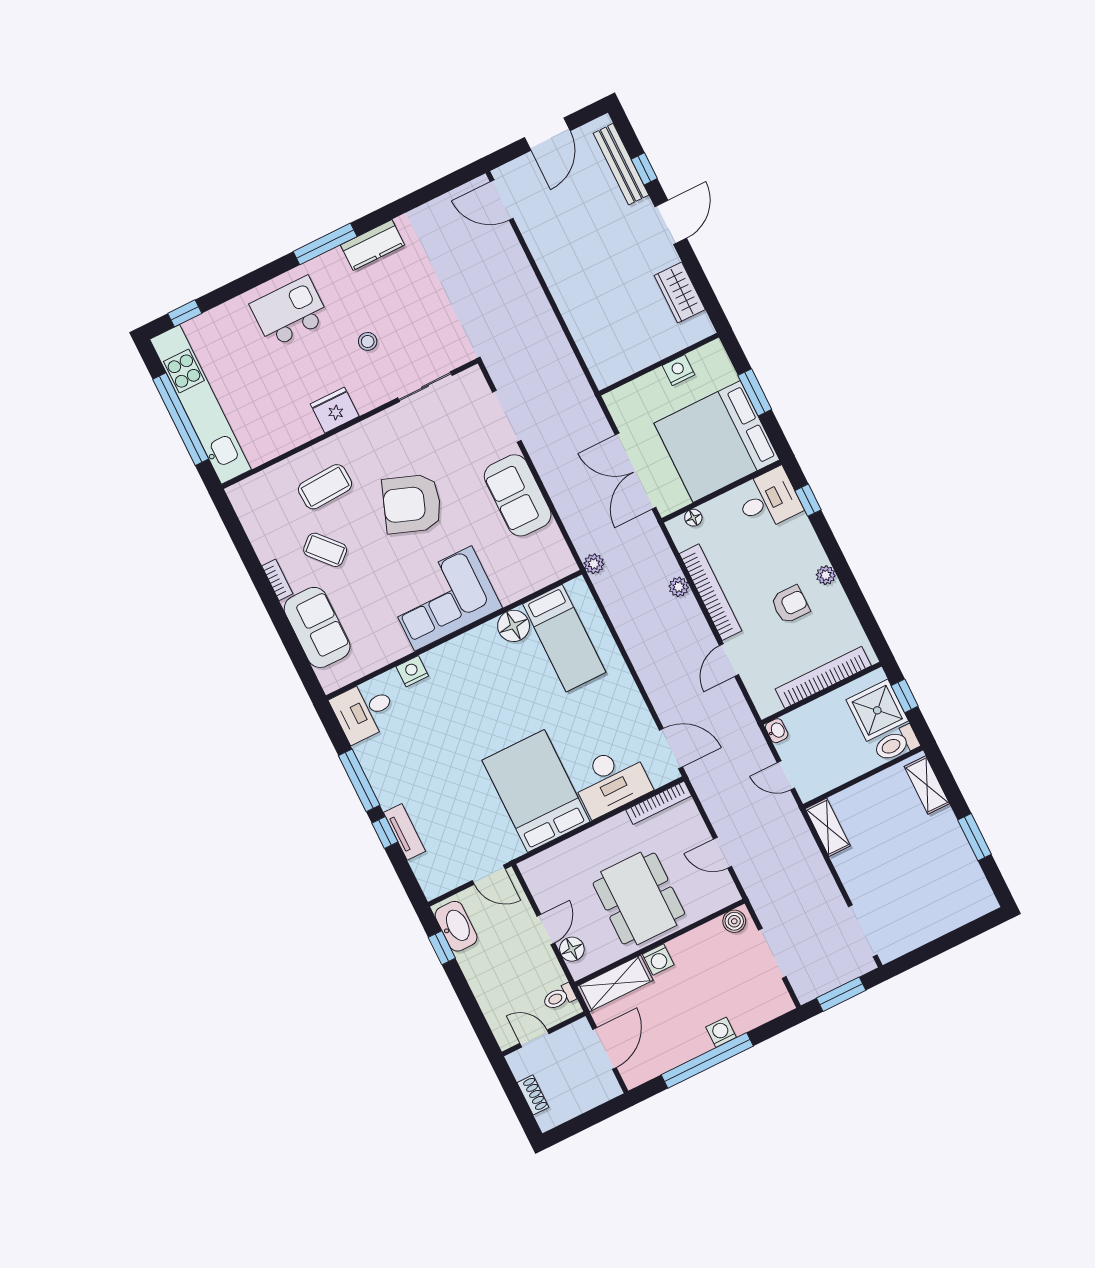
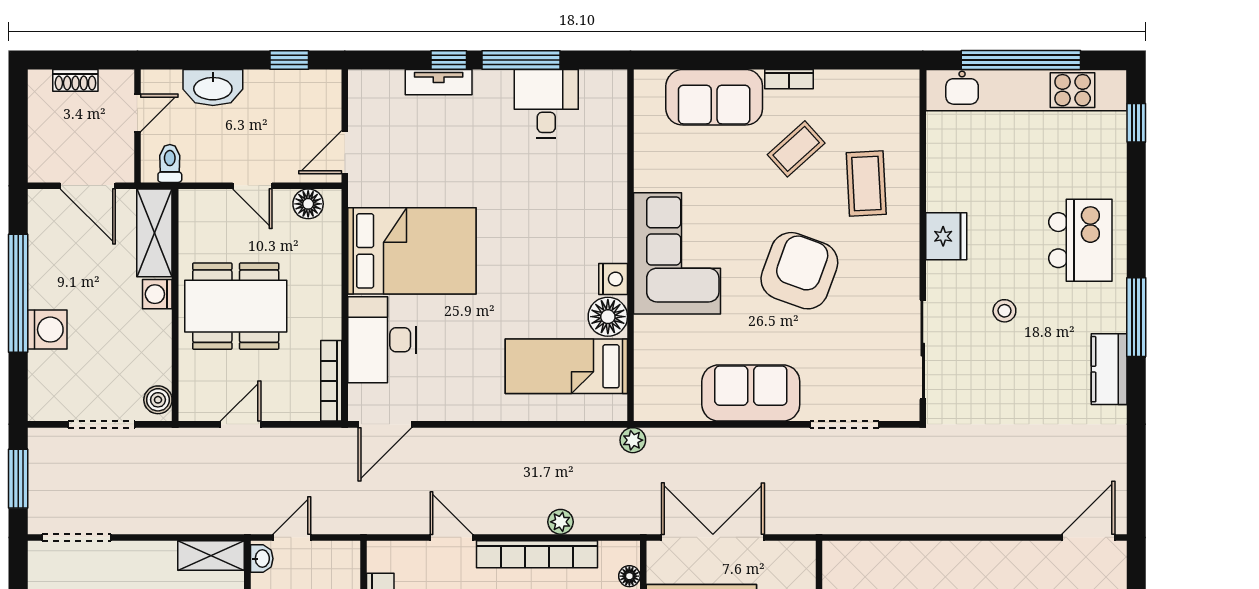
sliding door: (425, 387) -> (923, 350), width x1.37
nightstand: (412, 671) -> (613, 279), moved
desk: (364, 711) -> (546, 104), moved
washbasin: (777, 731) -> (262, 559), moved, turned -90
washbasin: (456, 926) -> (213, 88), moved
floor lamp: (572, 949) -> (308, 204), moved
washing machine: (721, 1032) -> (47, 330), width x1.38, depth x1.38

